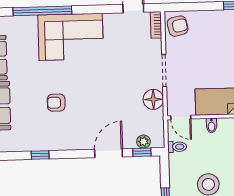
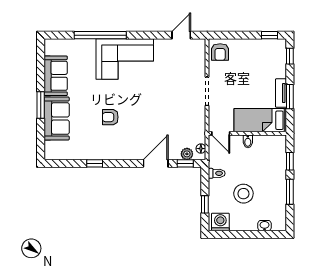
bookcase: (156, 25) -> (201, 51), removed
armchair: (178, 26) -> (220, 52), turned 102
floor lamp: (153, 99) -> (201, 149), moved, width x0.53, depth x0.53
toilet: (177, 147) -> (217, 173), moved

